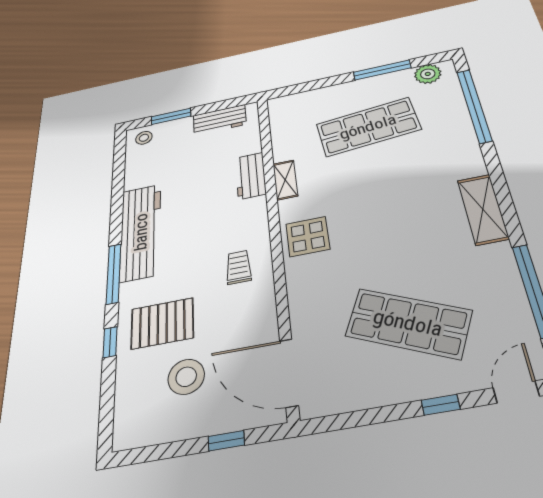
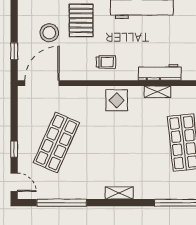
workbench: (251, 176) -> (160, 72), width x1.38
shelving: (483, 209) -> (119, 193), width x0.67, depth x0.75

